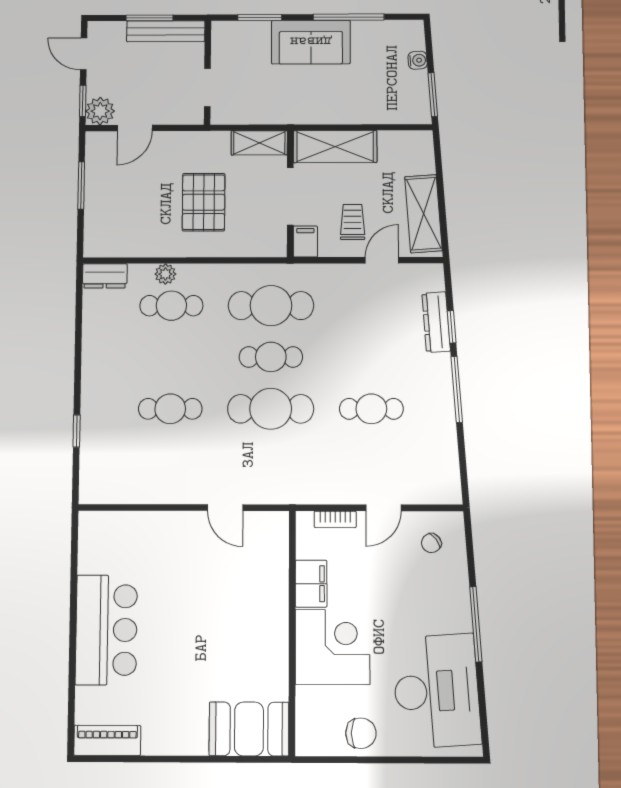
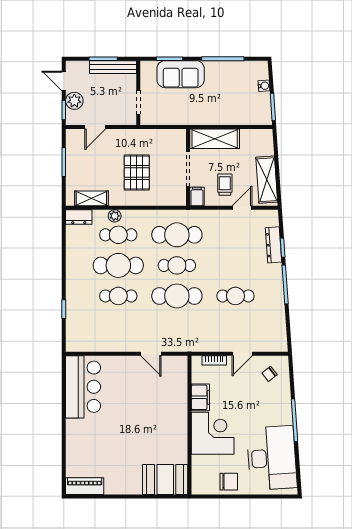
sofa: (311, 42) -> (181, 74), moved
plant: (100, 111) -> (74, 101), moved
shelving: (259, 143) -> (91, 198), moved
cafe table: (171, 357) -> (118, 265), added
bar counter: (106, 630) -> (83, 387), moved

